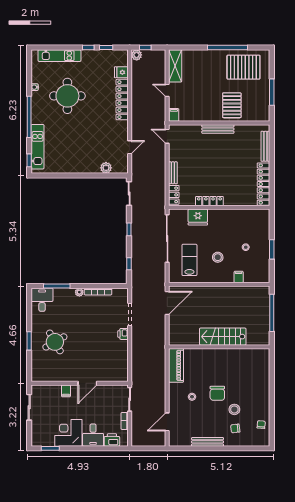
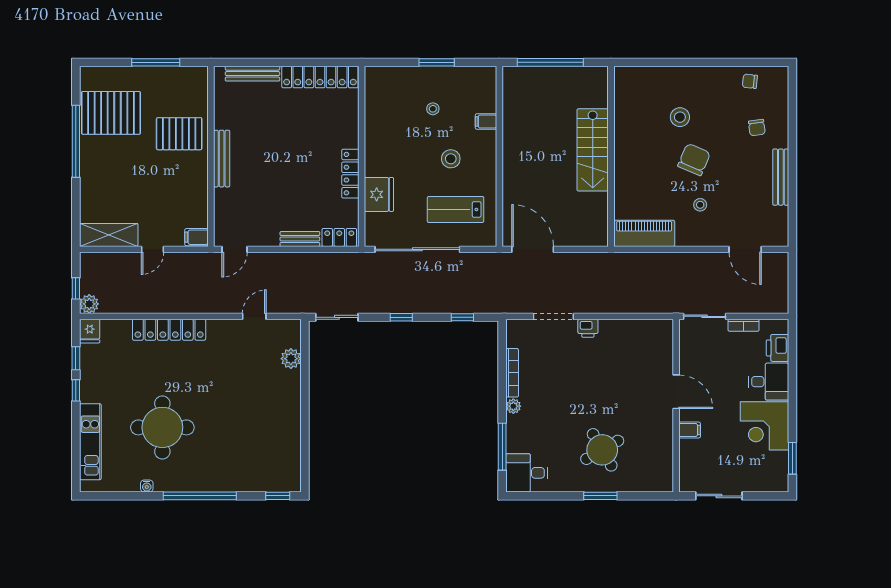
pallet: (243, 67) -> (111, 113), turned 90
fridge: (121, 72) -> (90, 331), moved
kitchen unit: (38, 147) -> (253, 481), removed
door: (130, 147) -> (254, 316), hinge flipped
chair: (217, 393) -> (694, 160), turned -67
stool: (234, 409) -> (680, 117), moved

